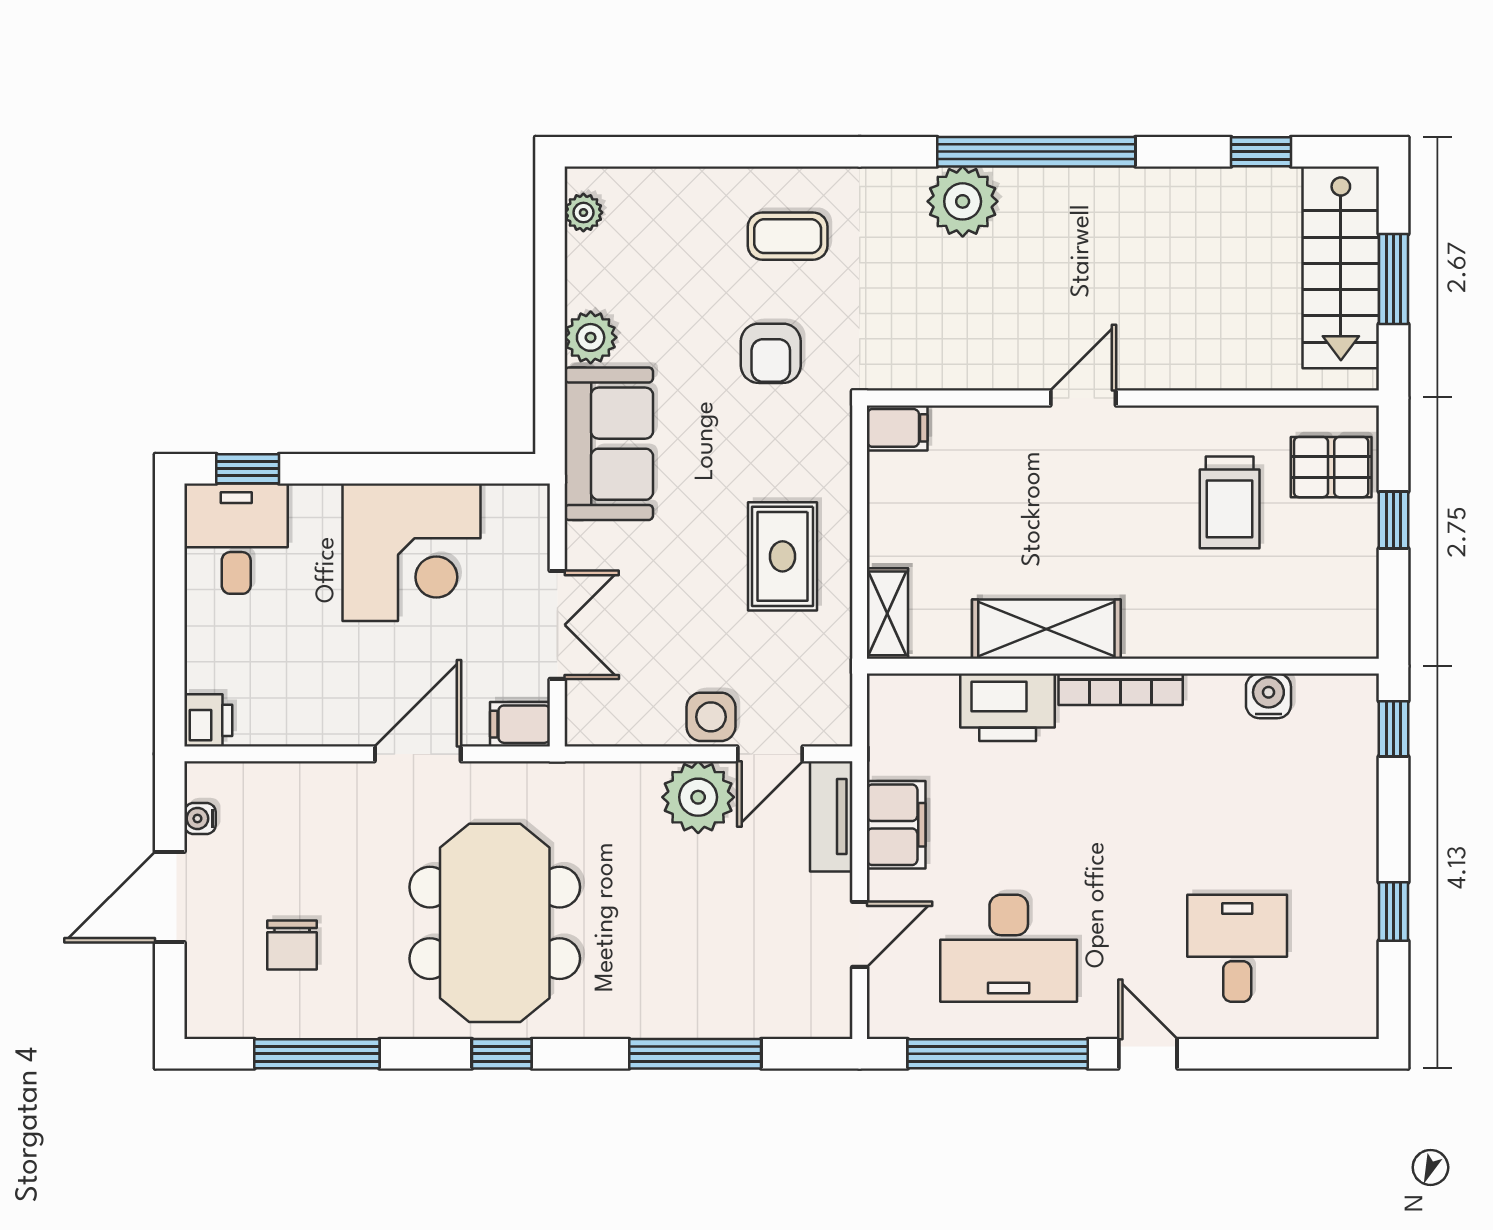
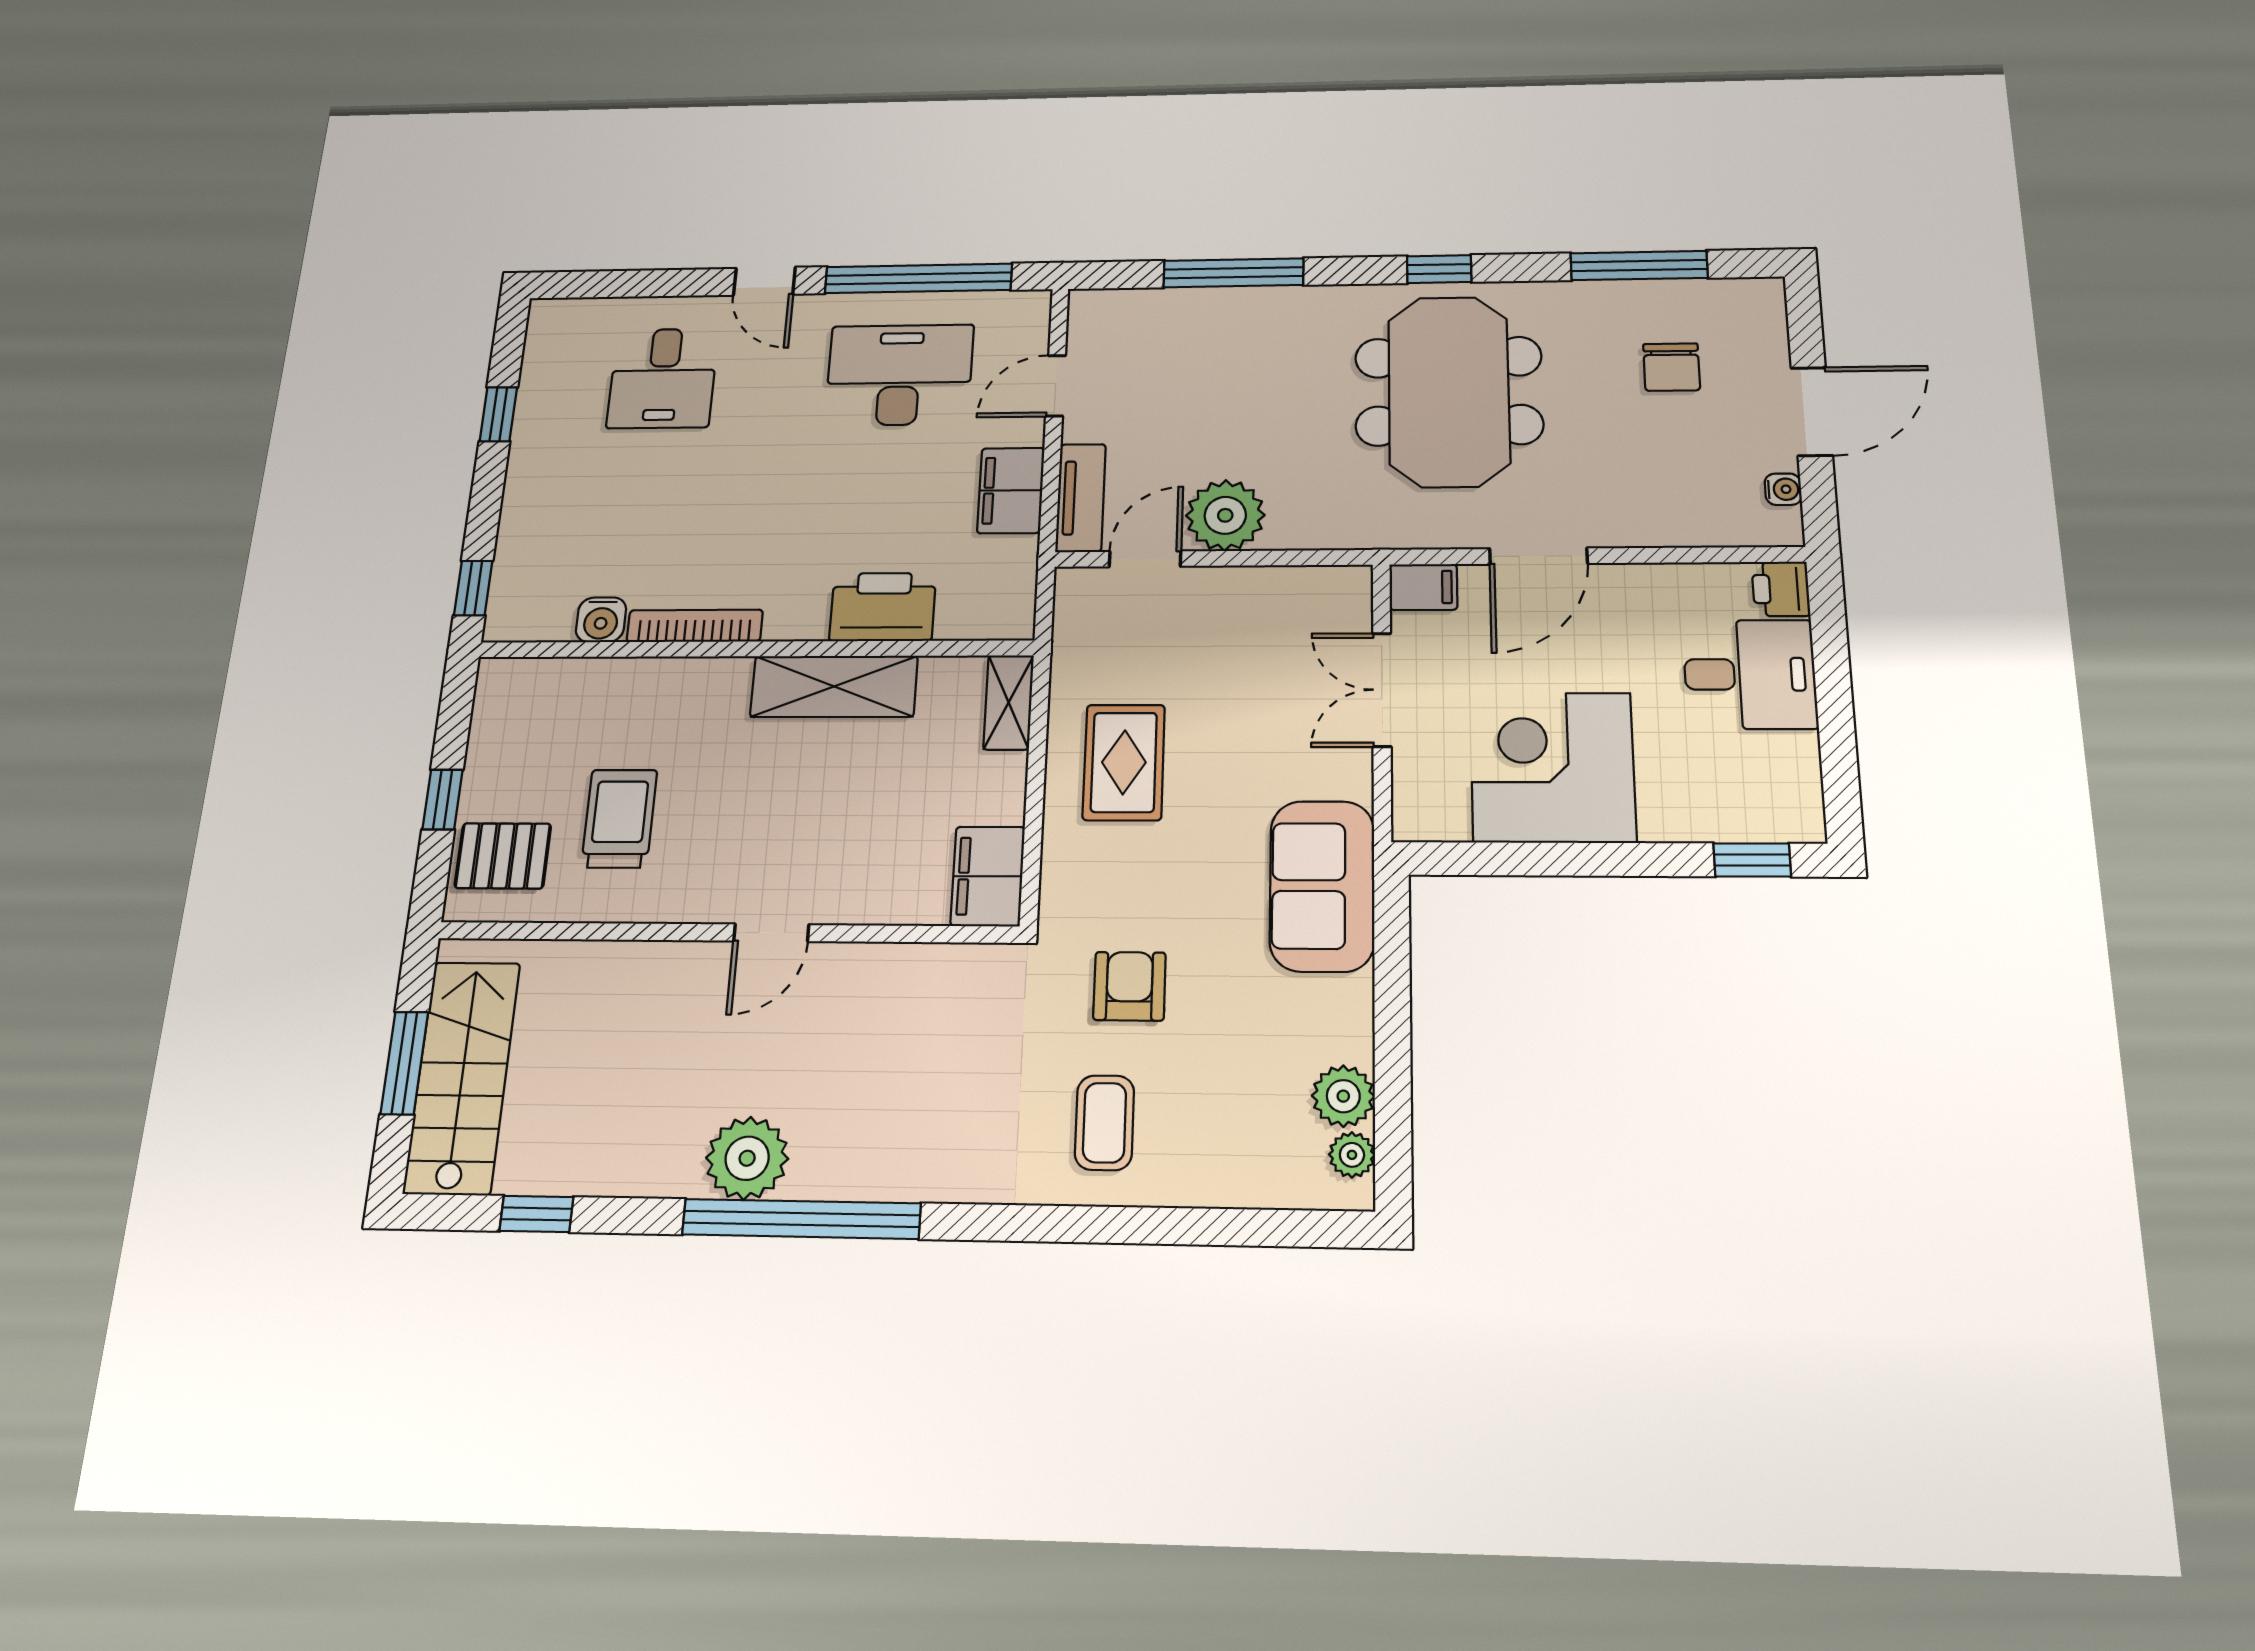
plant: (963, 201) -> (747, 1158), moved
coffee table: (788, 236) -> (1105, 1123), turned 90
plant: (591, 337) -> (1343, 1096), moved
filing cabinet: (897, 428) -> (988, 876), width x2.00
desk: (236, 539) -> (1750, 674), moved, turned -90
bookcase: (1121, 689) -> (695, 626), moved
side table: (711, 717) -> (1209, 596), removed
chair: (292, 945) -> (1672, 367), turned 180

